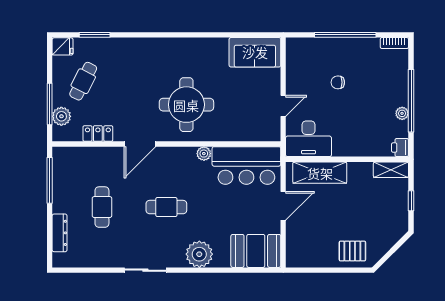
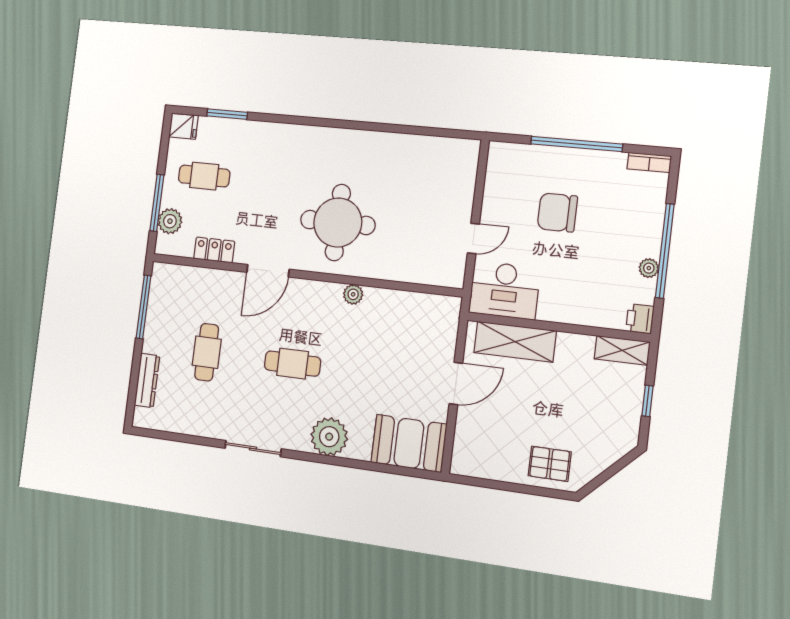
sofa: (255, 52) -> (442, 158), removed
cafe table: (83, 81) -> (204, 176), turned 63
chair: (338, 82) -> (557, 212), width x1.87, depth x1.87
bar counter: (246, 165) -> (411, 318), removed

